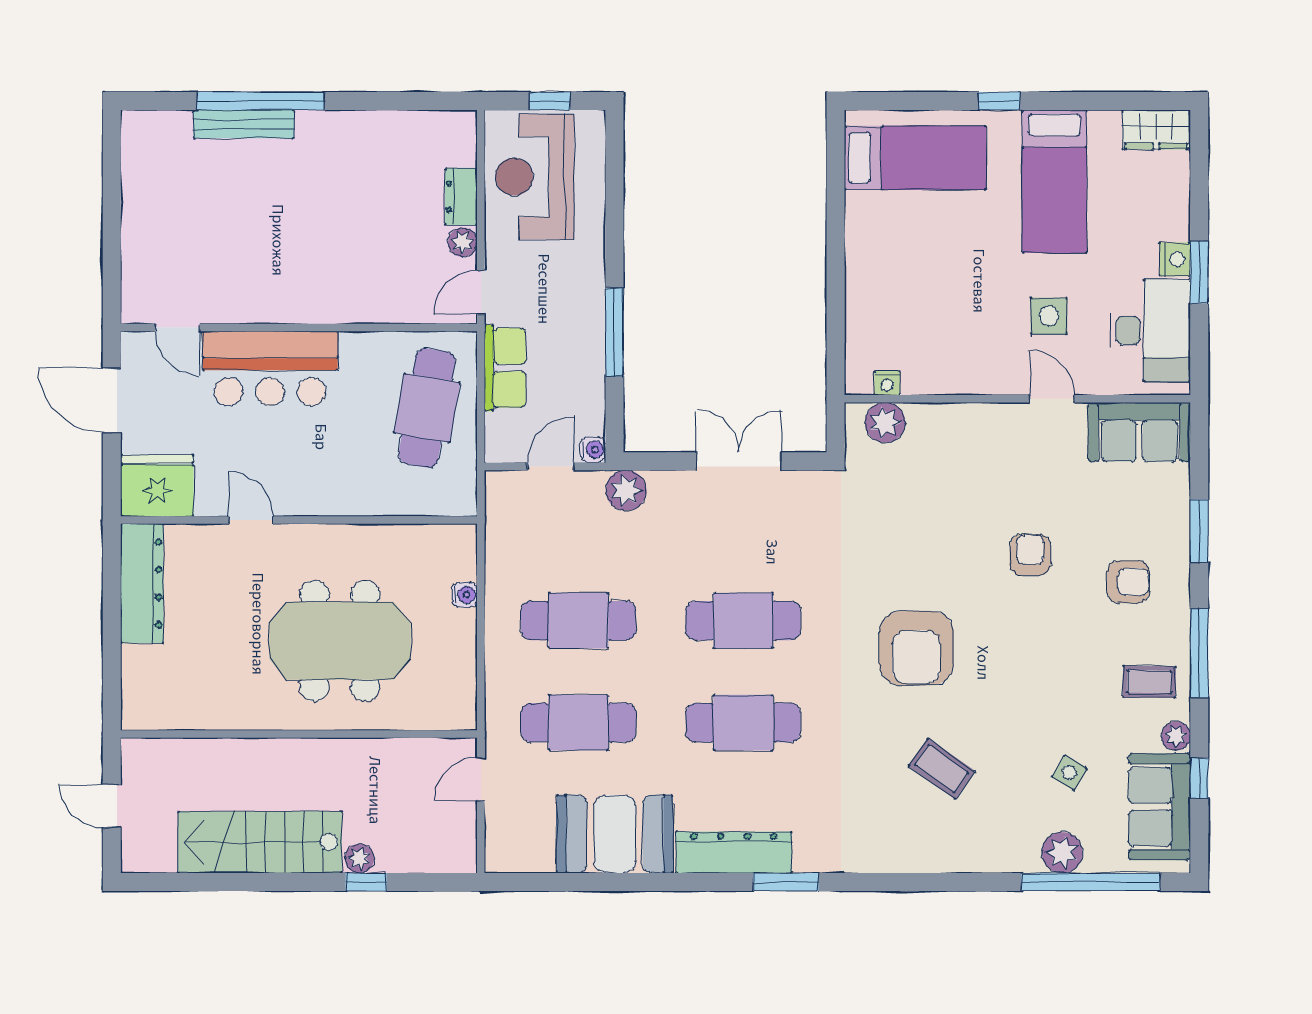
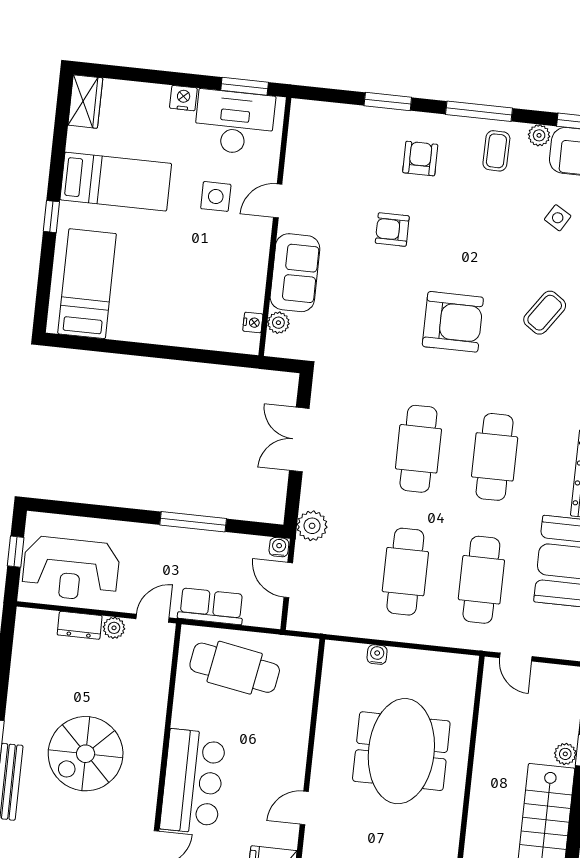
spiral stairs: (292, 222) -> (86, 754), added
window: (1199, 272) -> (245, 86), moved
door: (481, 292) -> (153, 618), swing flipped
plant: (885, 423) -> (278, 323), width x0.73, depth x0.73
sofa: (1139, 432) -> (295, 273), moved

